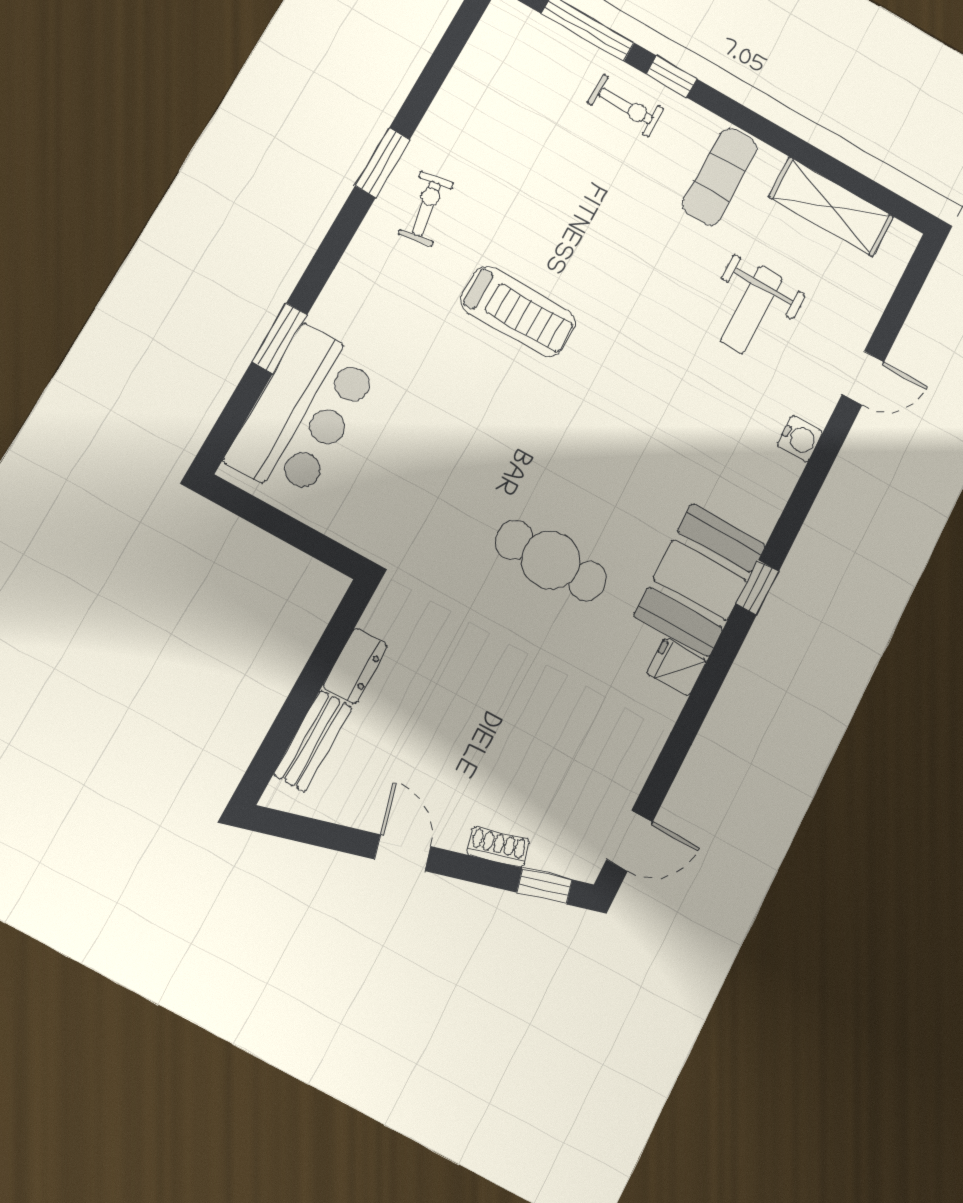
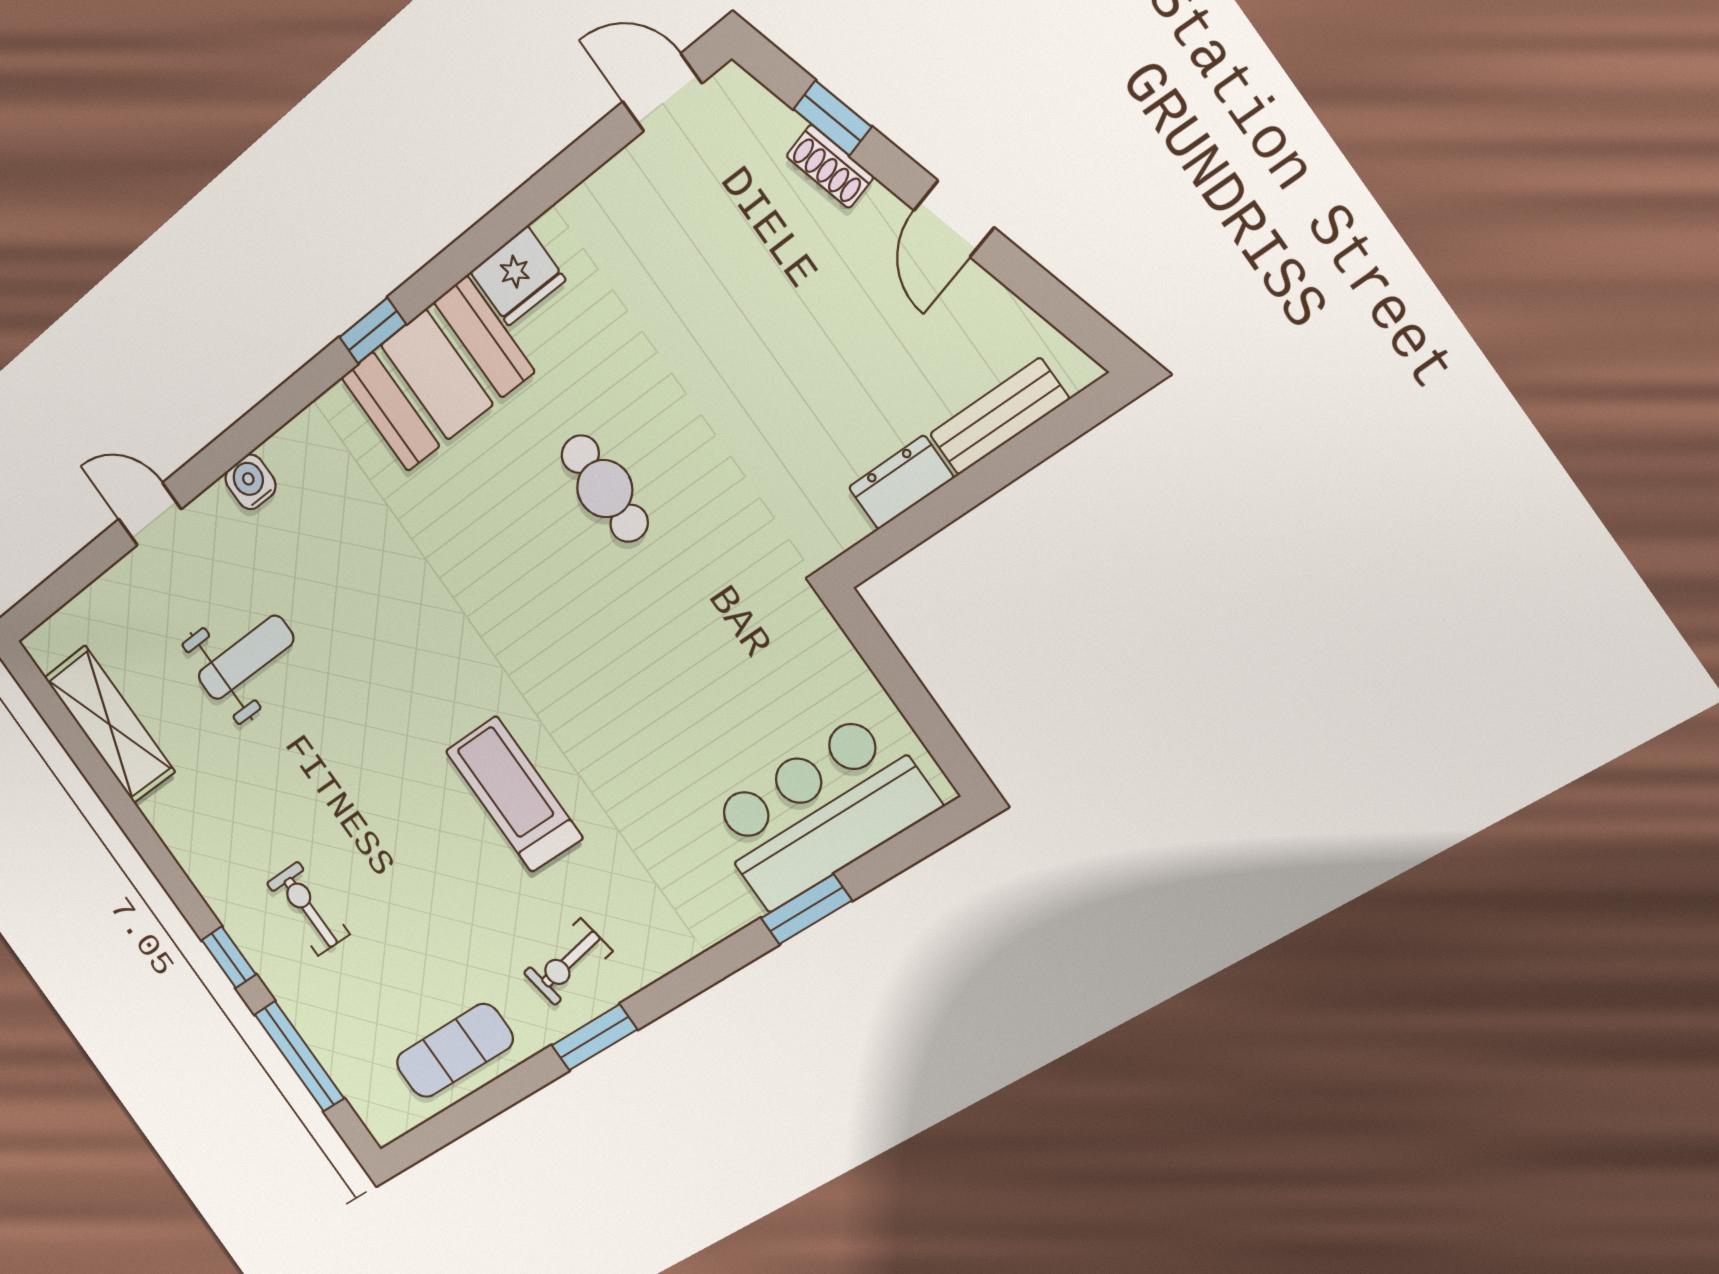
exercise bike: (626, 106) -> (308, 909), moved
exercise mat: (720, 176) -> (454, 1051), moved
cafe table: (551, 560) -> (605, 489), width x0.73, depth x0.74
fridge: (677, 667) -> (518, 276), width x1.38
window: (545, 886) -> (832, 118), moved

